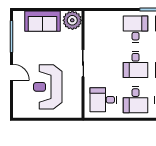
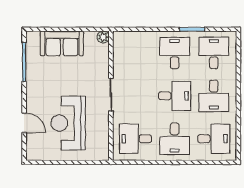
plant: (72, 20) -> (103, 37), width x0.53, depth x0.53
desk: (136, 64) -> (175, 96), turned -90
door: (11, 72) -> (24, 123), moved

